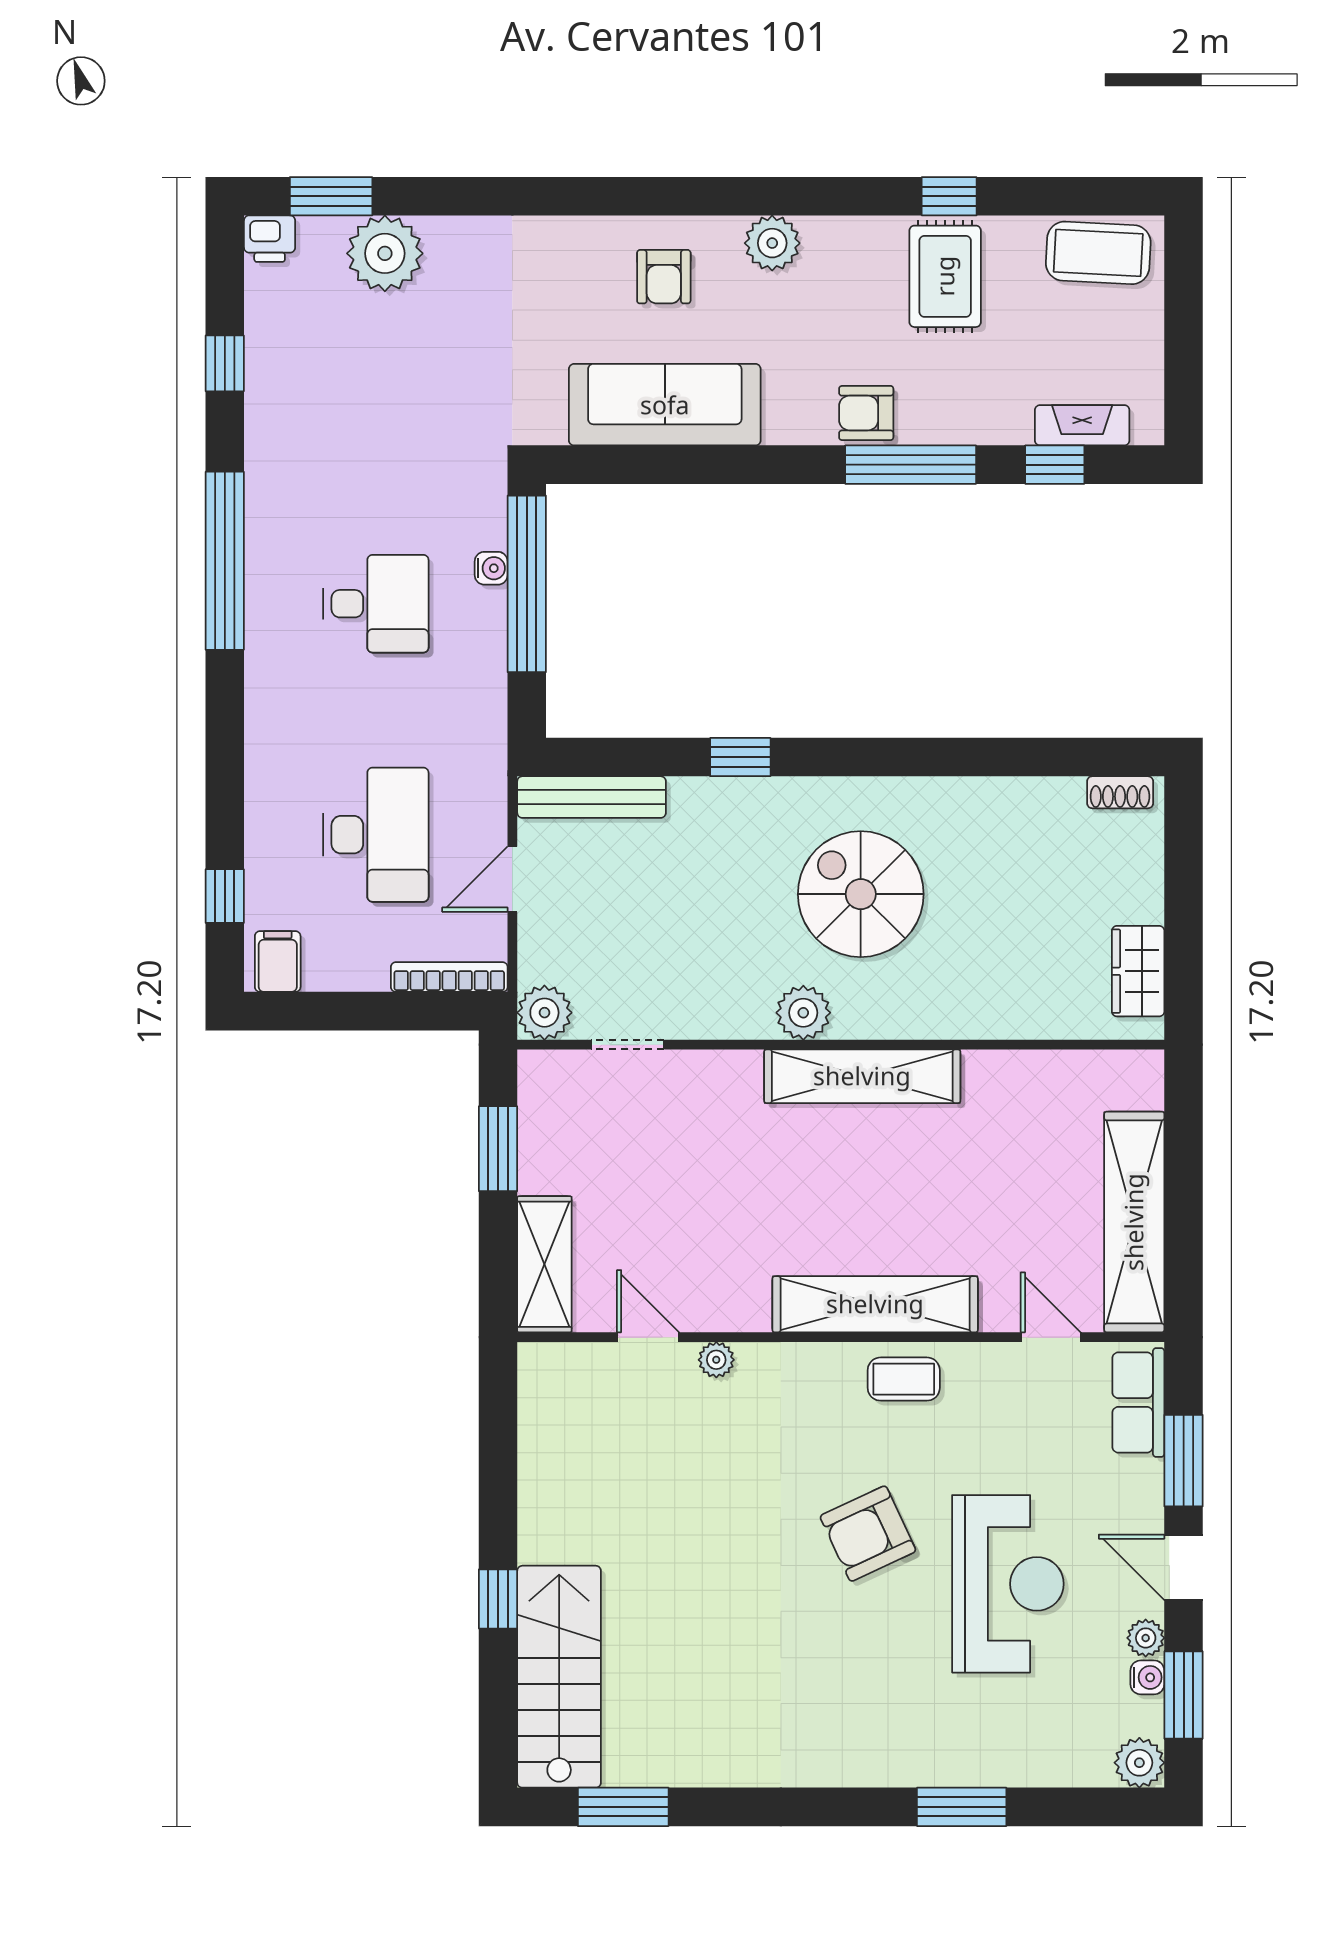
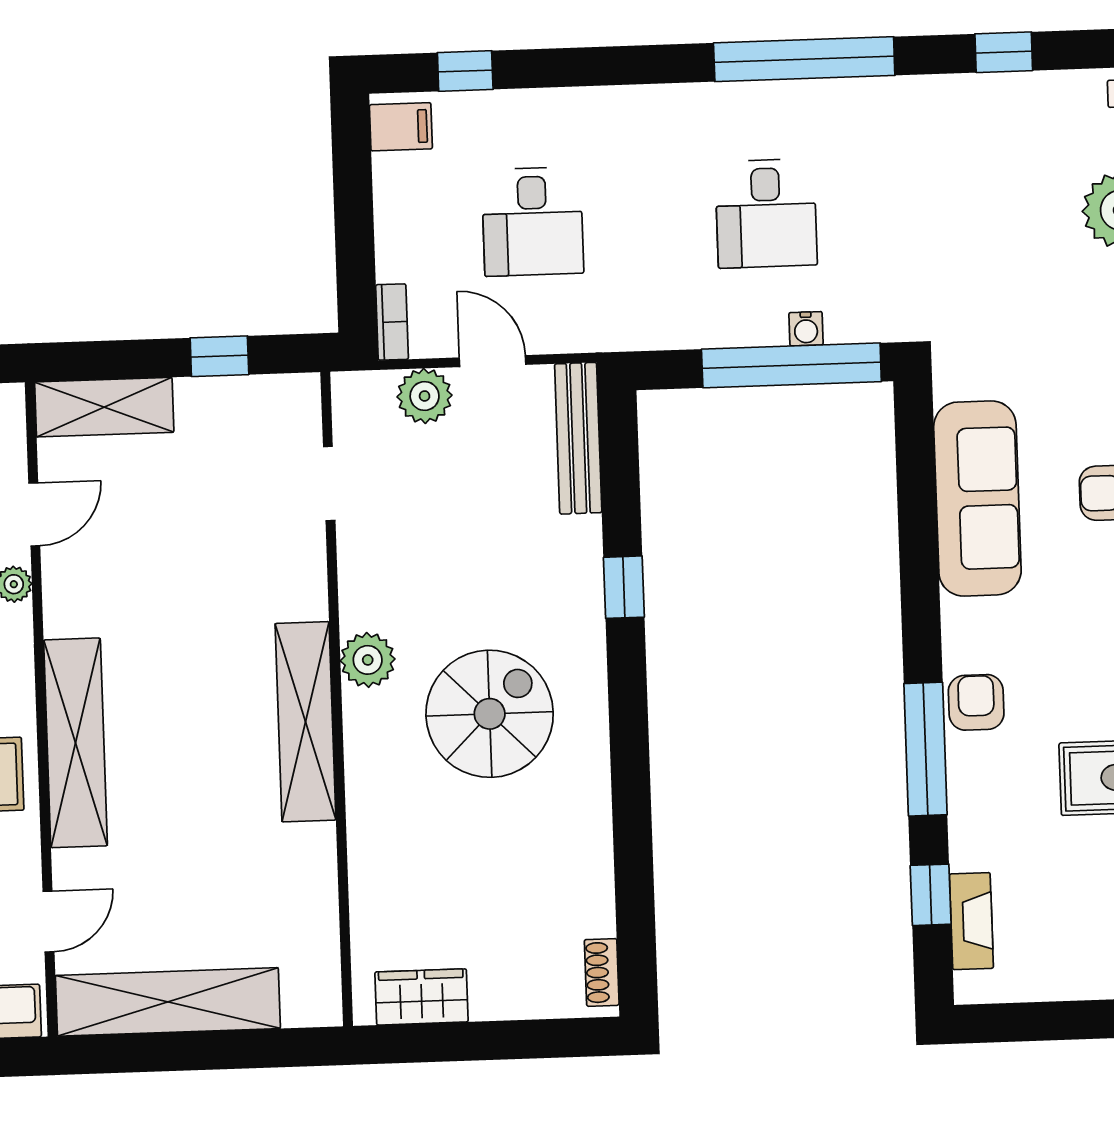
desk: (376, 835) -> (533, 221), width x0.73
bookcase: (449, 977) -> (392, 322), width x0.64
plant: (544, 1013) -> (425, 396), moved
window: (498, 1149) -> (219, 356), width x0.67

